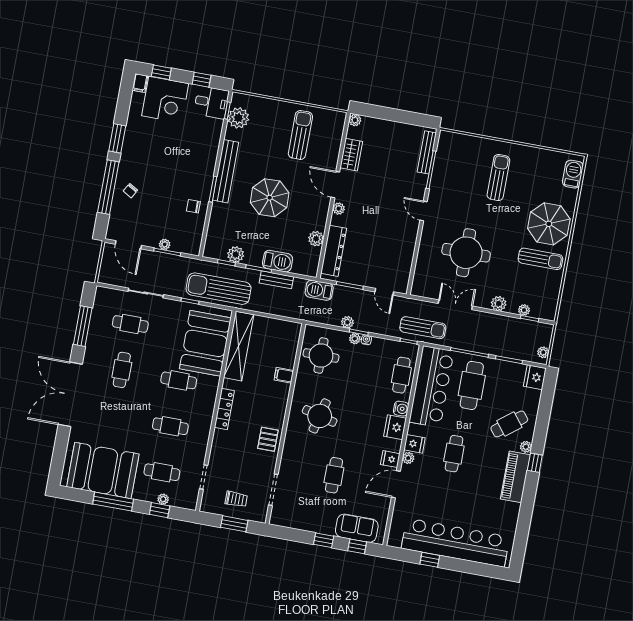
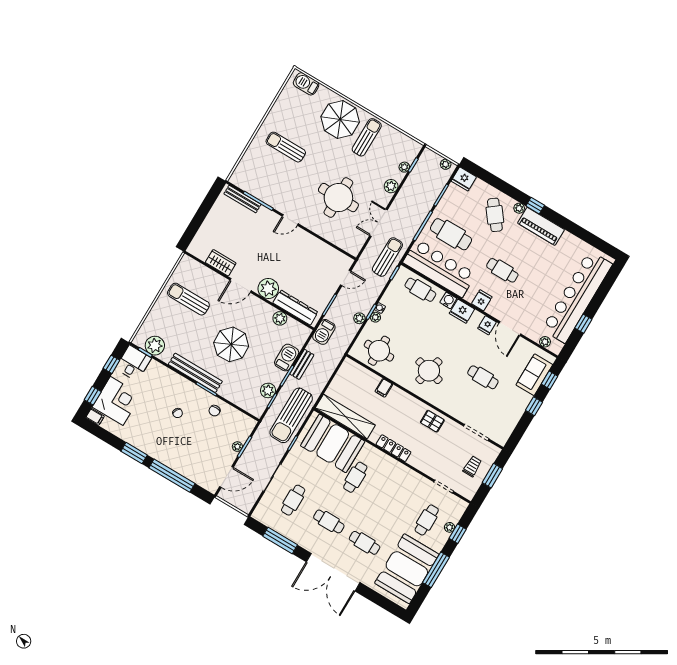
plant: (355, 120) -> (193, 249), removed
chair: (130, 191) -> (178, 413), moved
plant: (339, 209) -> (268, 289), width x1.88, depth x1.88
cafe table: (170, 426) -> (365, 543), moved, turned 90
plant: (408, 458) -> (545, 342), moved

